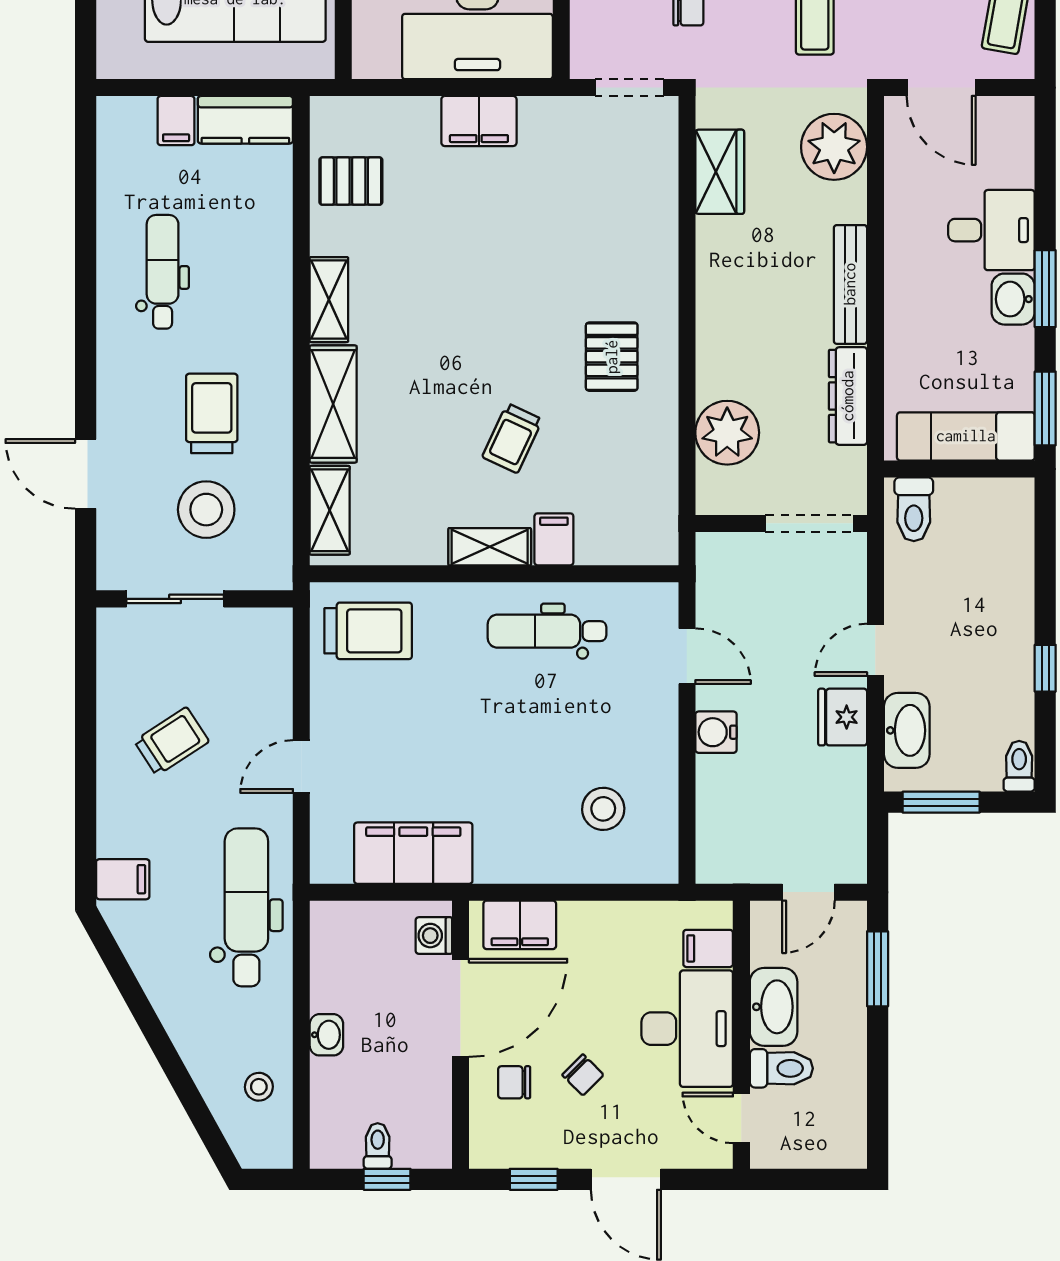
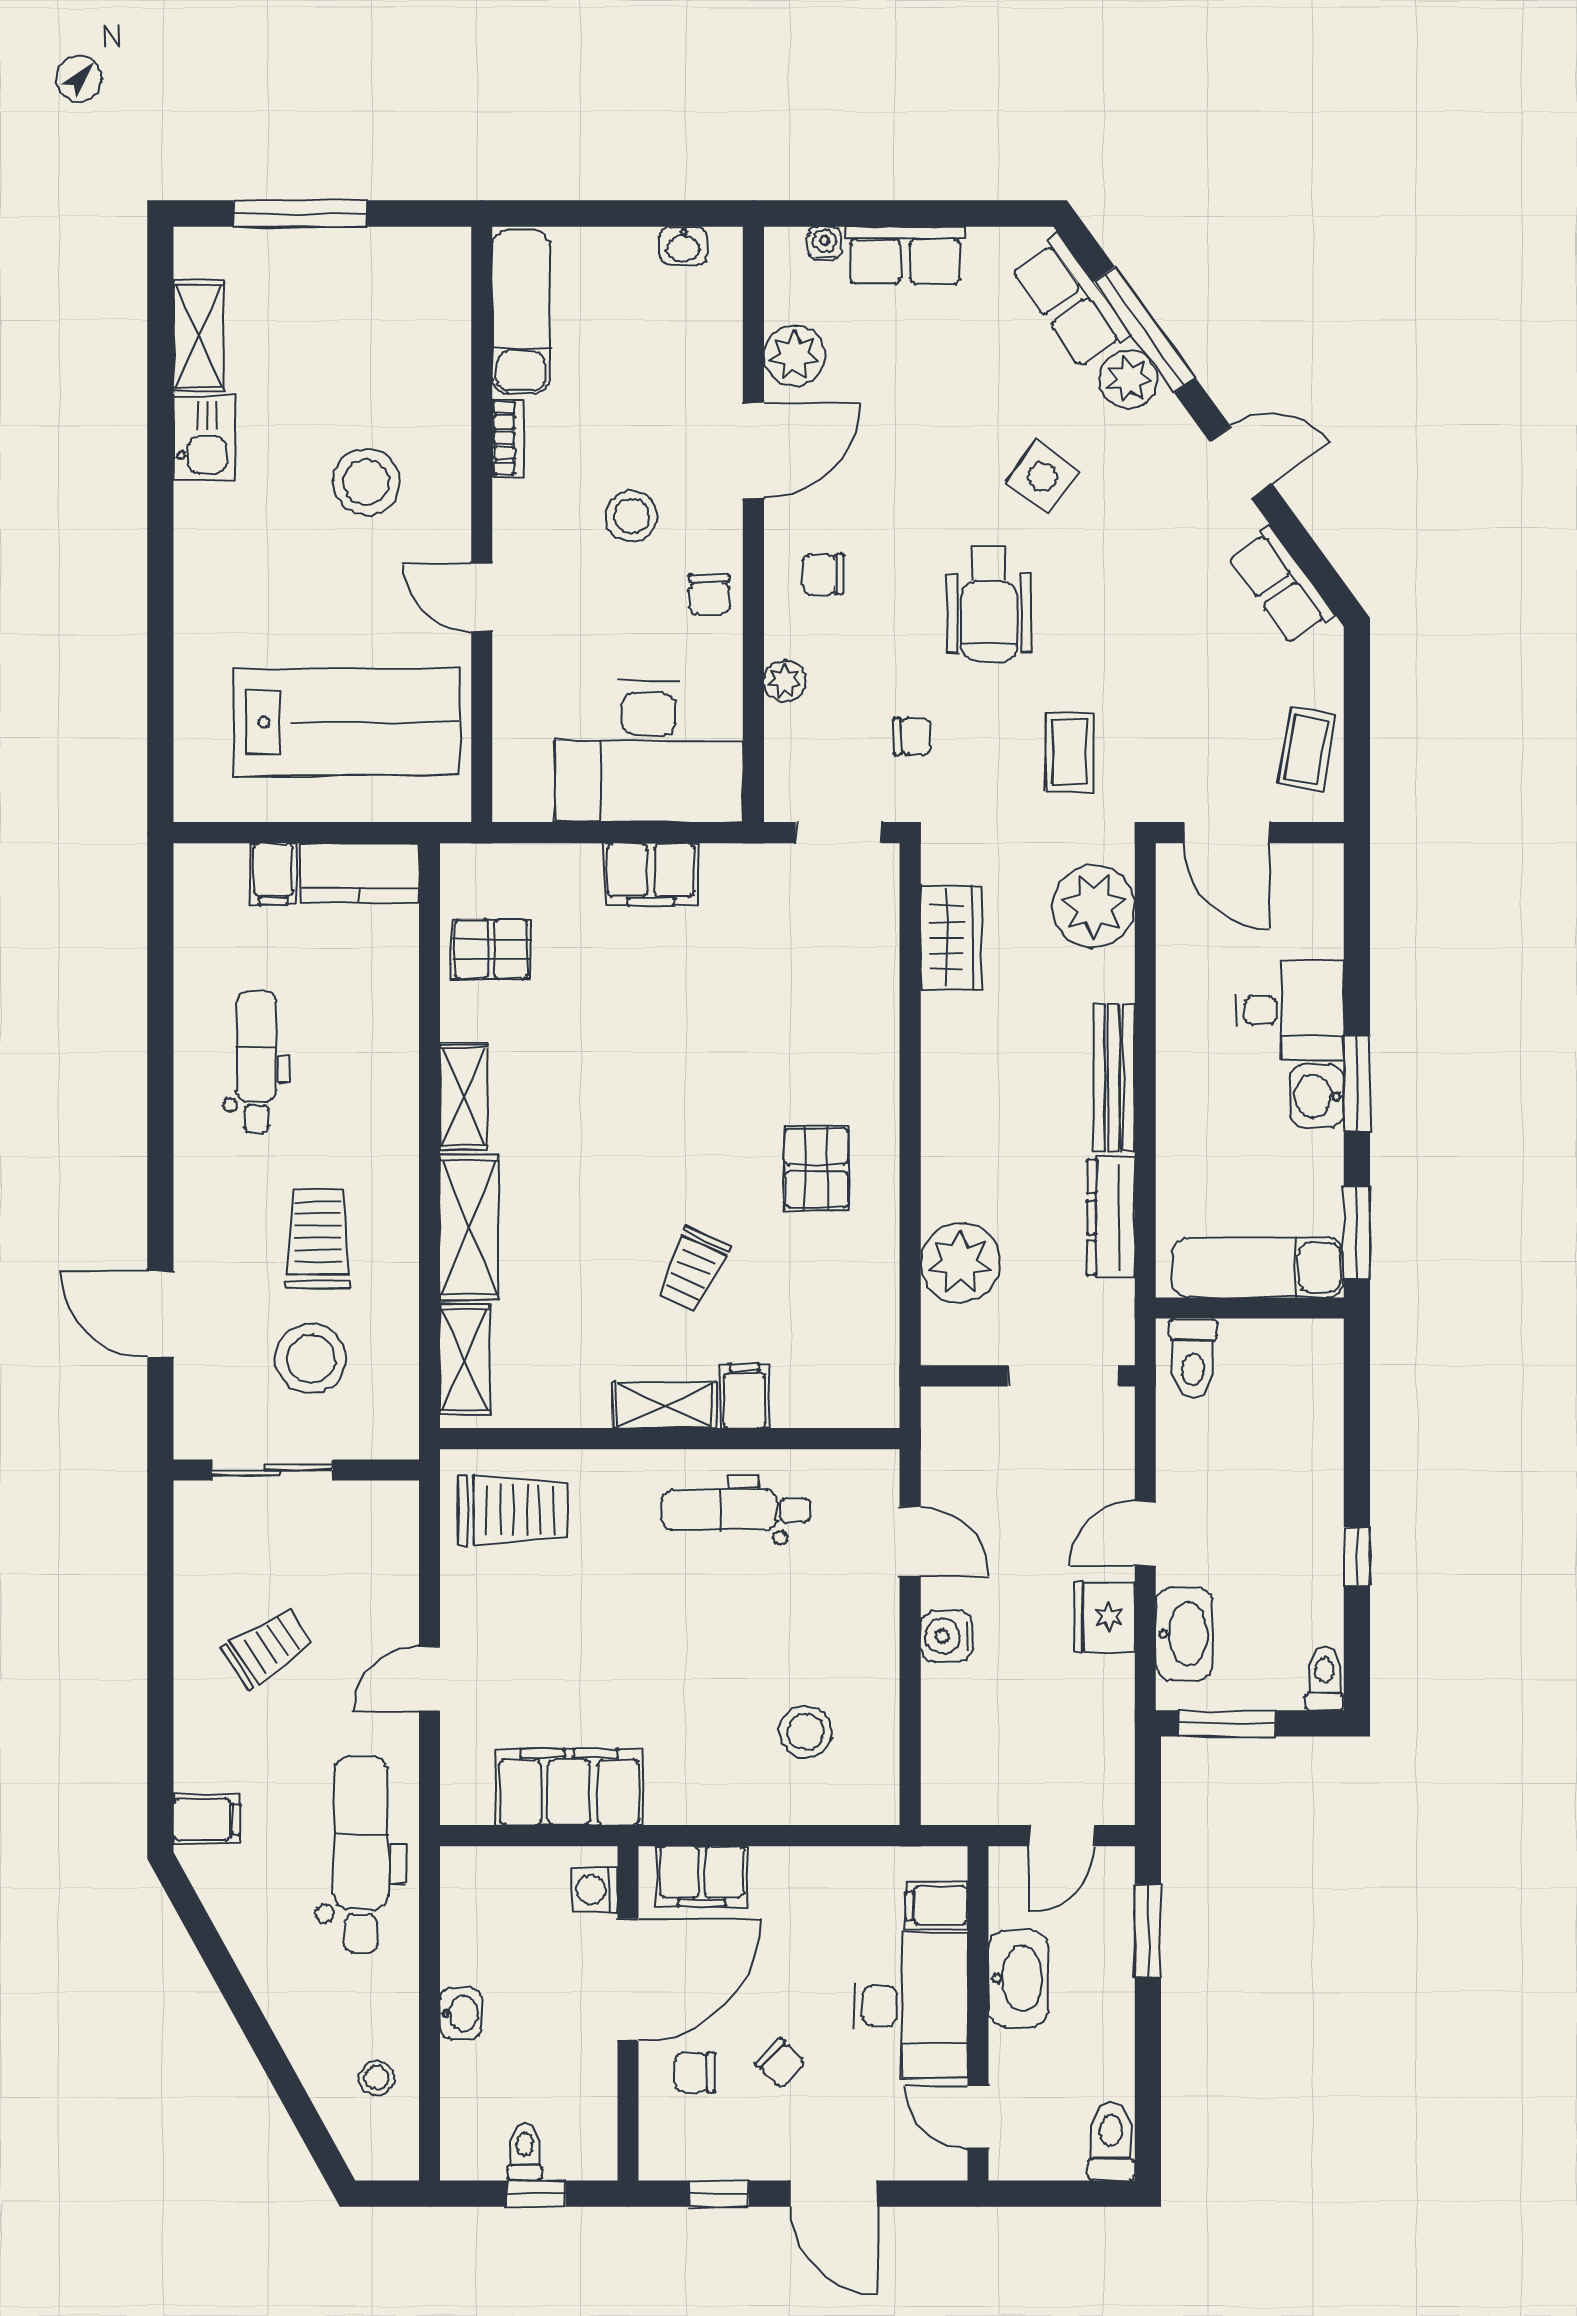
toilet: (781, 1068) -> (1111, 2141), moved, turned -90

